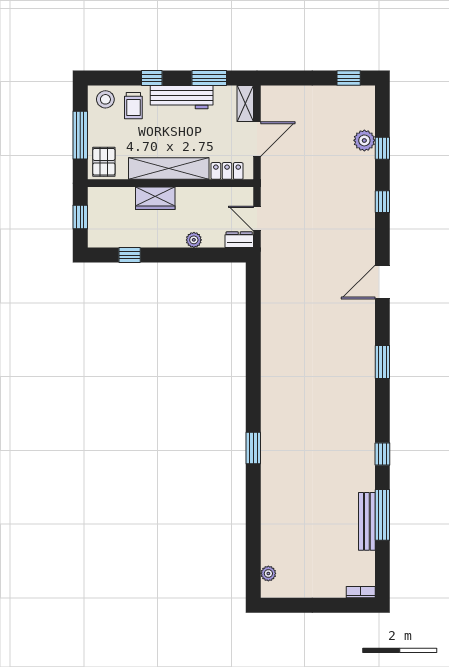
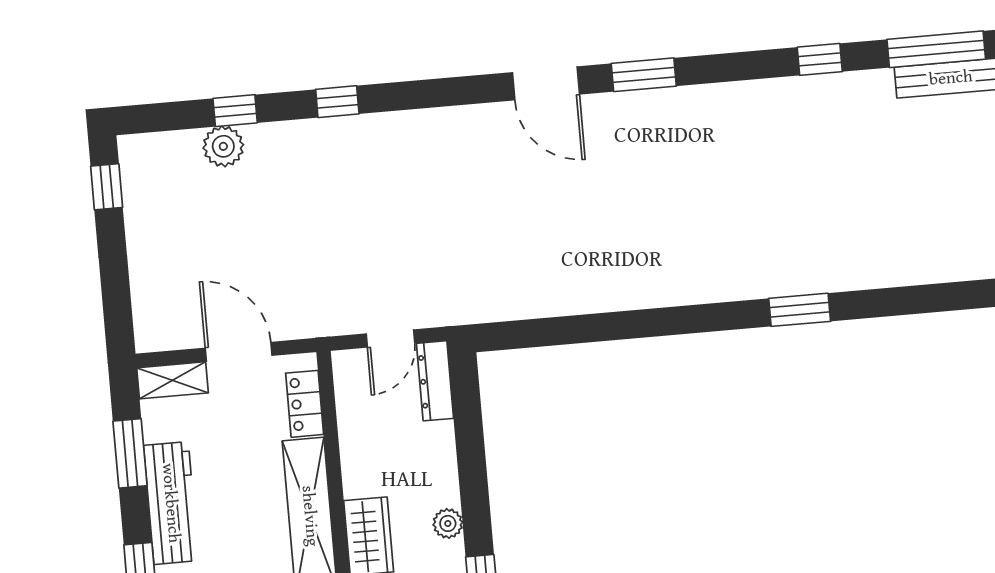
plant: (194, 240) -> (448, 523), moved
dresser: (239, 240) -> (435, 381), width x1.44
door: (382, 282) -> (546, 83), moved
window: (253, 448) -> (800, 310), moved

